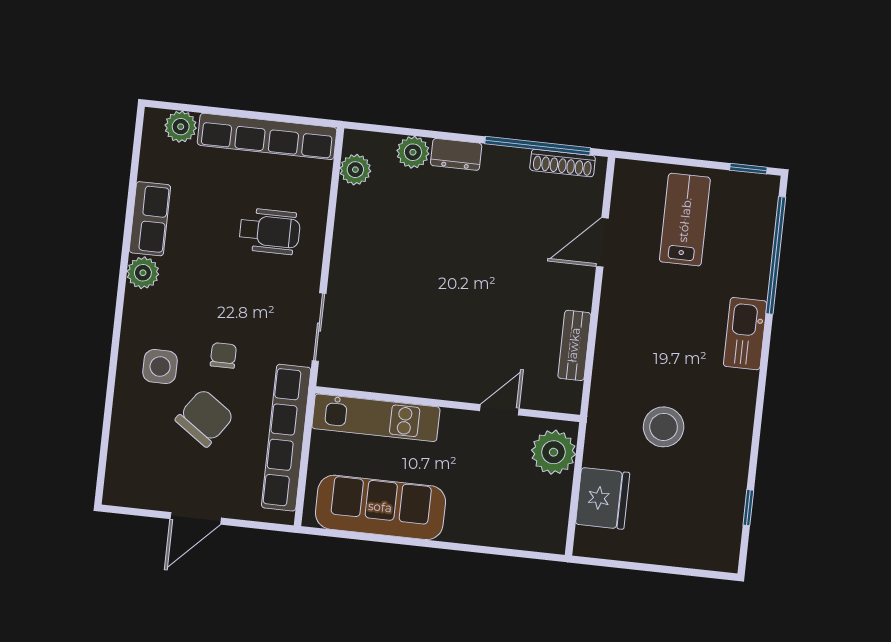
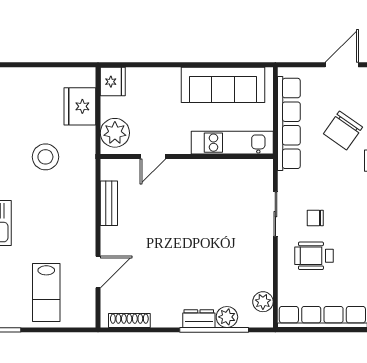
window: (538, 146) -> (214, 330), moved
sliding door: (319, 327) -> (275, 214), moved
chair: (223, 355) -> (315, 218), moved, turned 90
fridge: (548, 531) -> (113, 82), added

